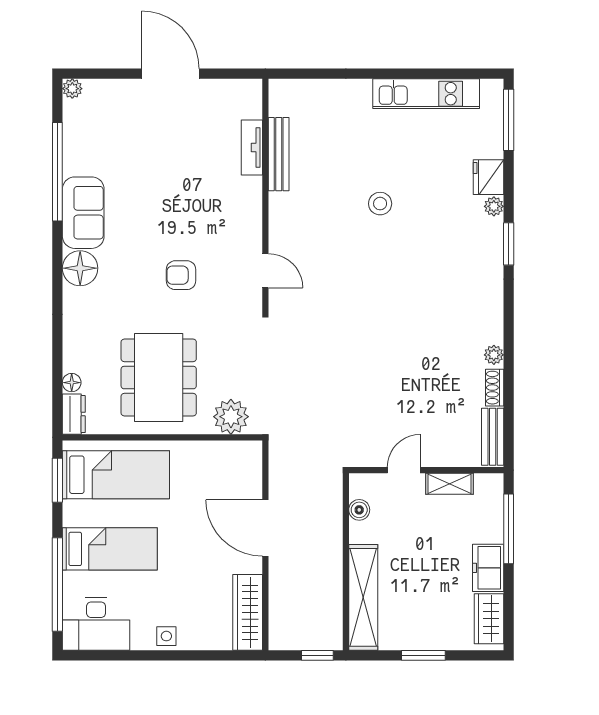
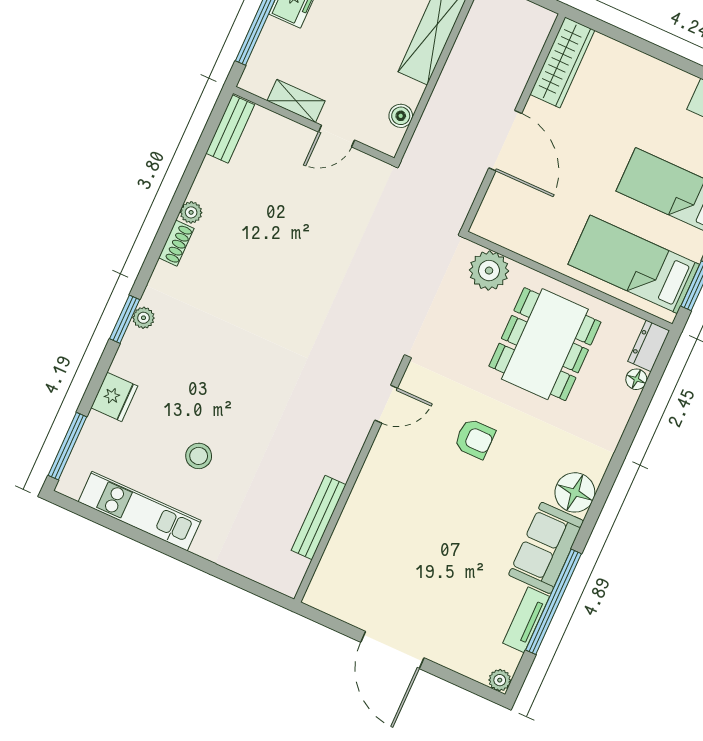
tv unit: (252, 148) -> (526, 620), moved, turned 180
stool: (380, 204) -> (199, 456), moved
plant: (494, 206) -> (144, 318), moved
door: (265, 271) -> (386, 404), swing flipped
shoe rack: (495, 388) -> (176, 243), moved
side table: (166, 636) -> (657, 76), removed

